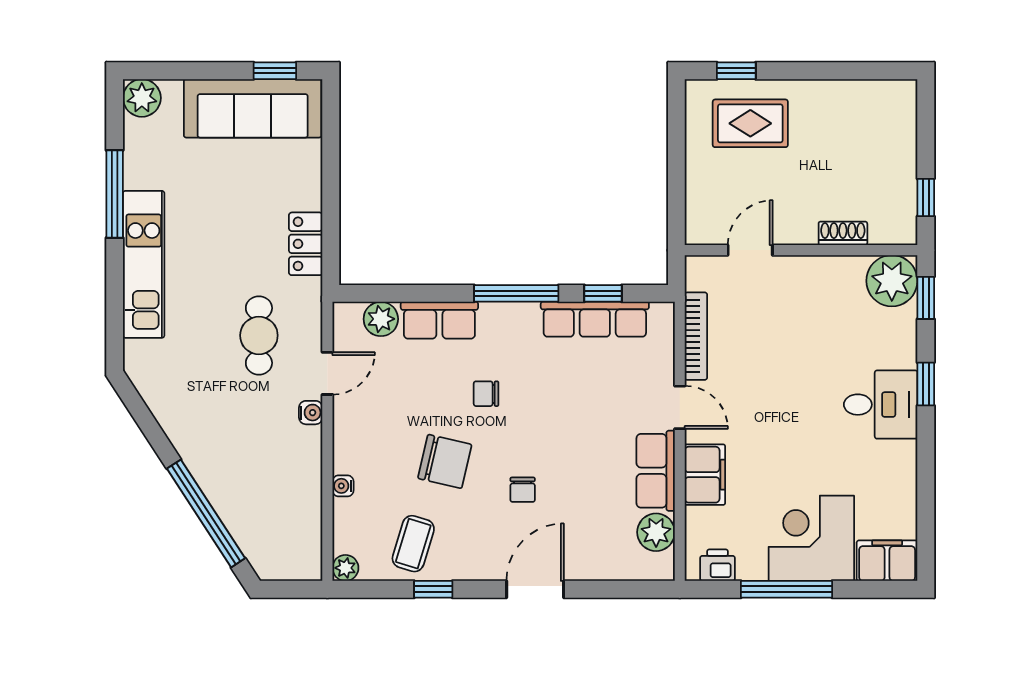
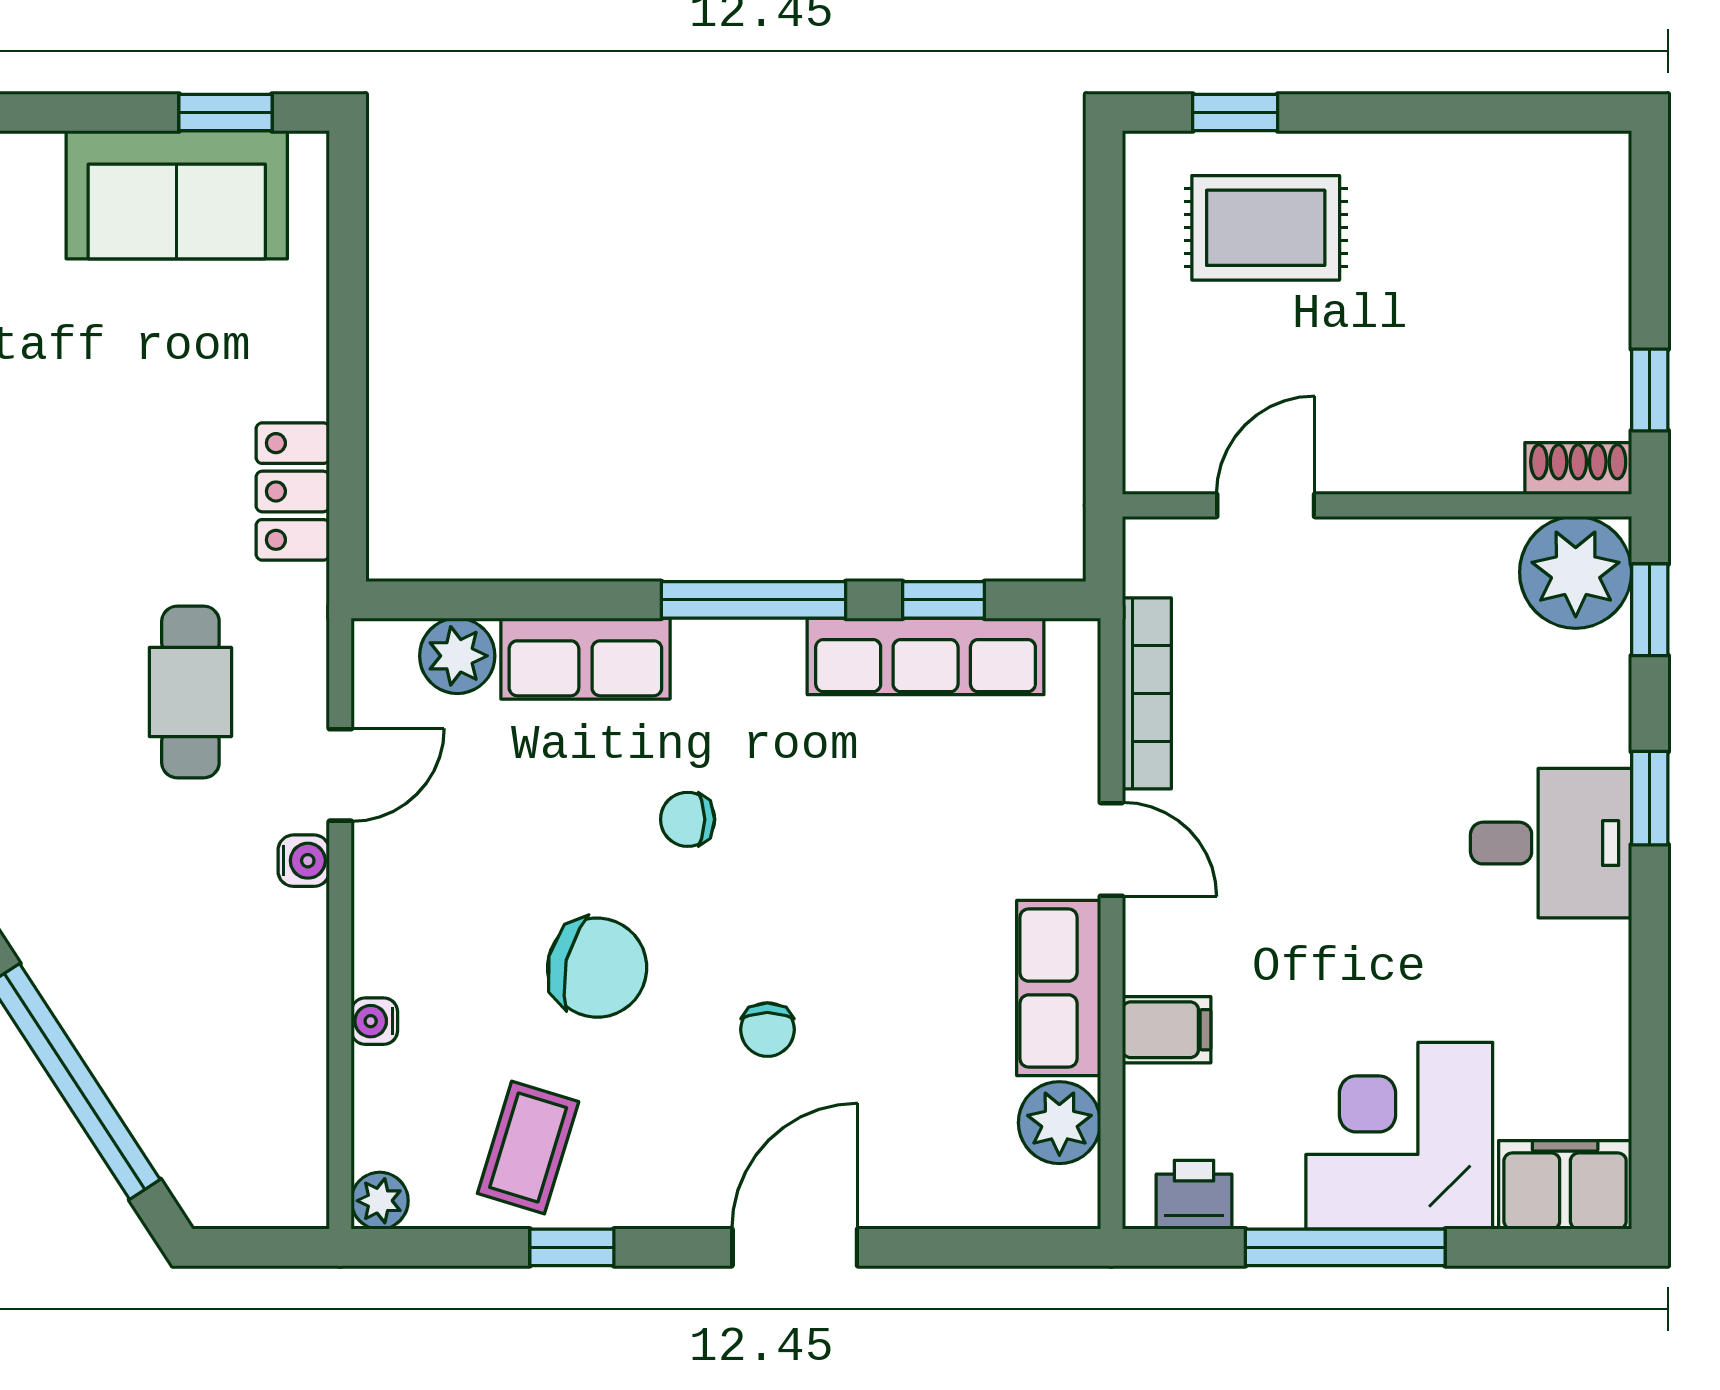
sofa: (253, 108) -> (177, 195), width x0.73
shoe rack: (843, 233) -> (1578, 469), moved
filing cabinet: (705, 475) -> (1167, 1030), width x0.50

